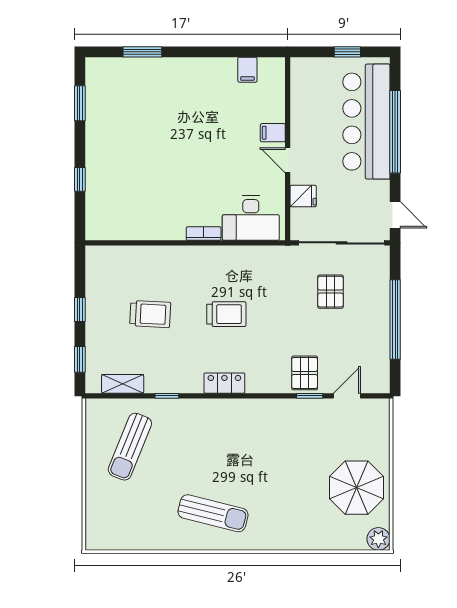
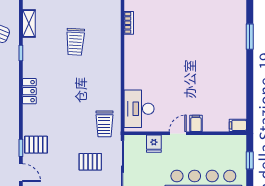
window: (347, 52) -> (250, 160), moved
filing cabinet: (247, 70) -> (238, 125), moved
bookcase: (204, 234) -> (129, 23), moved
trolley: (226, 314) -> (104, 124), moved

